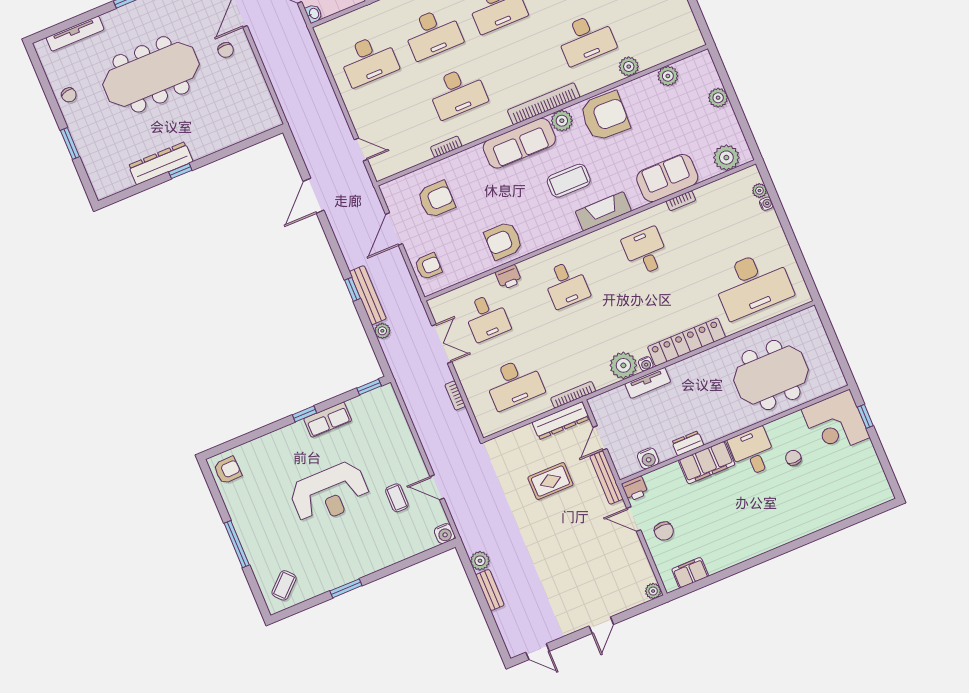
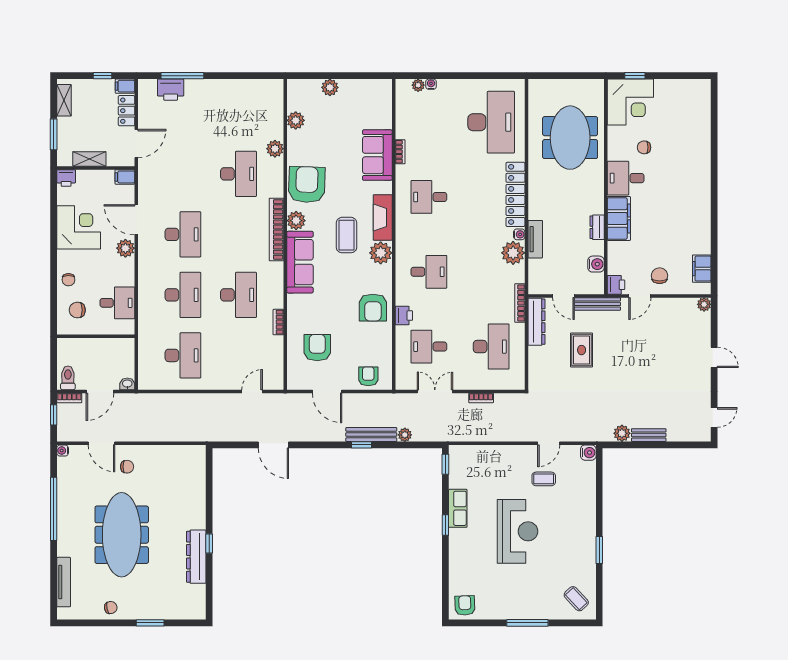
plant: (726, 158) -> (381, 253), moved
desk: (487, 317) -> (429, 347), turned 180
chair: (664, 531) -> (660, 276), turned -90

